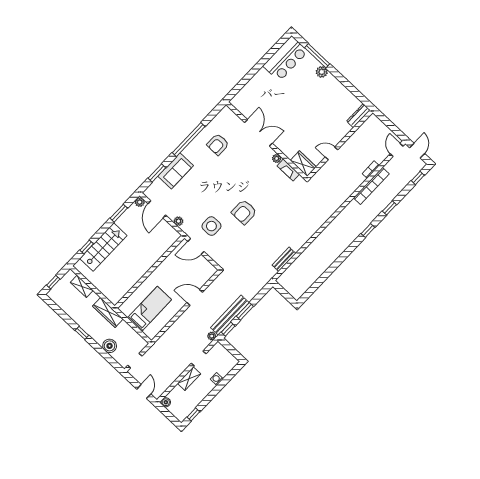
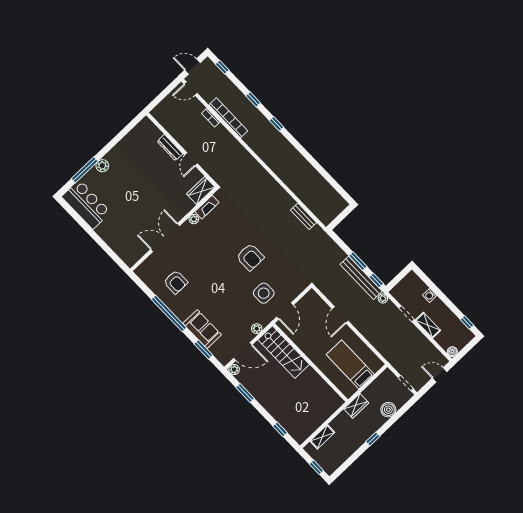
dresser: (358, 116) -> (170, 147), moved
stairs: (103, 247) -> (284, 352), moved, turned 180
wardrobe: (108, 313) -> (356, 406), width x0.67

